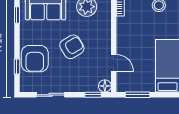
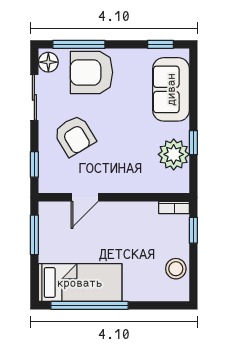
armchair: (72, 47) -> (75, 136), moved
window: (17, 67) -> (79, 44), width x2.17
floor lamp: (105, 86) -> (48, 62), moved

